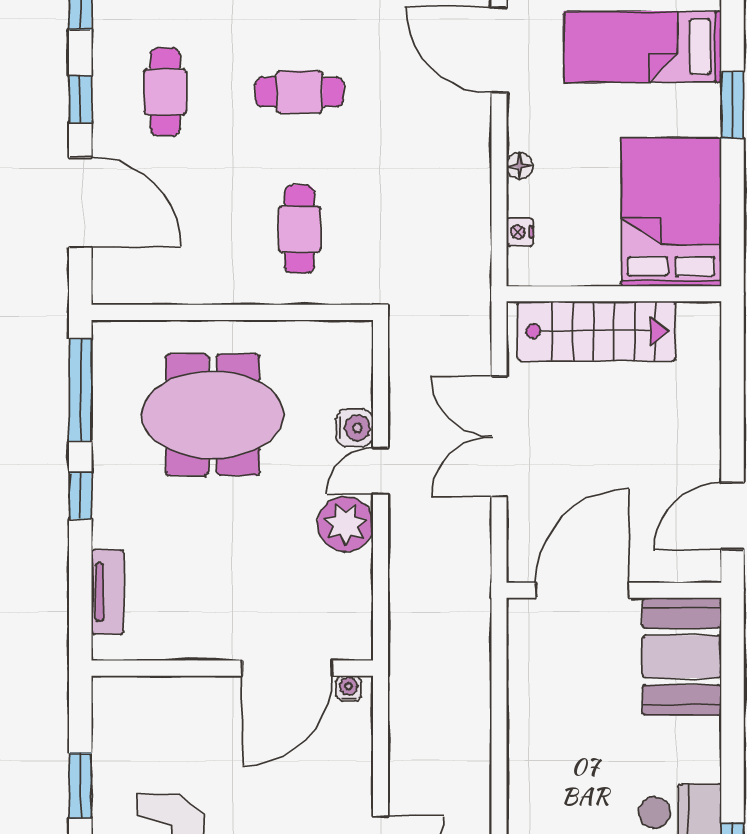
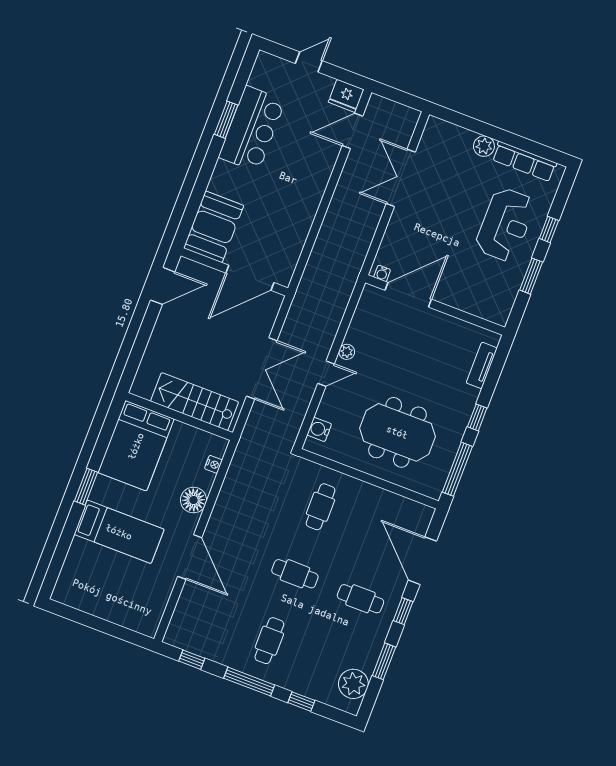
cafe table: (165, 92) -> (360, 599), turned 90
floor lamp: (520, 166) -> (193, 500), width x1.89, depth x1.89
water cooler: (355, 428) -> (319, 429), moved
plant: (345, 524) -> (347, 352), width x0.53, depth x0.53

